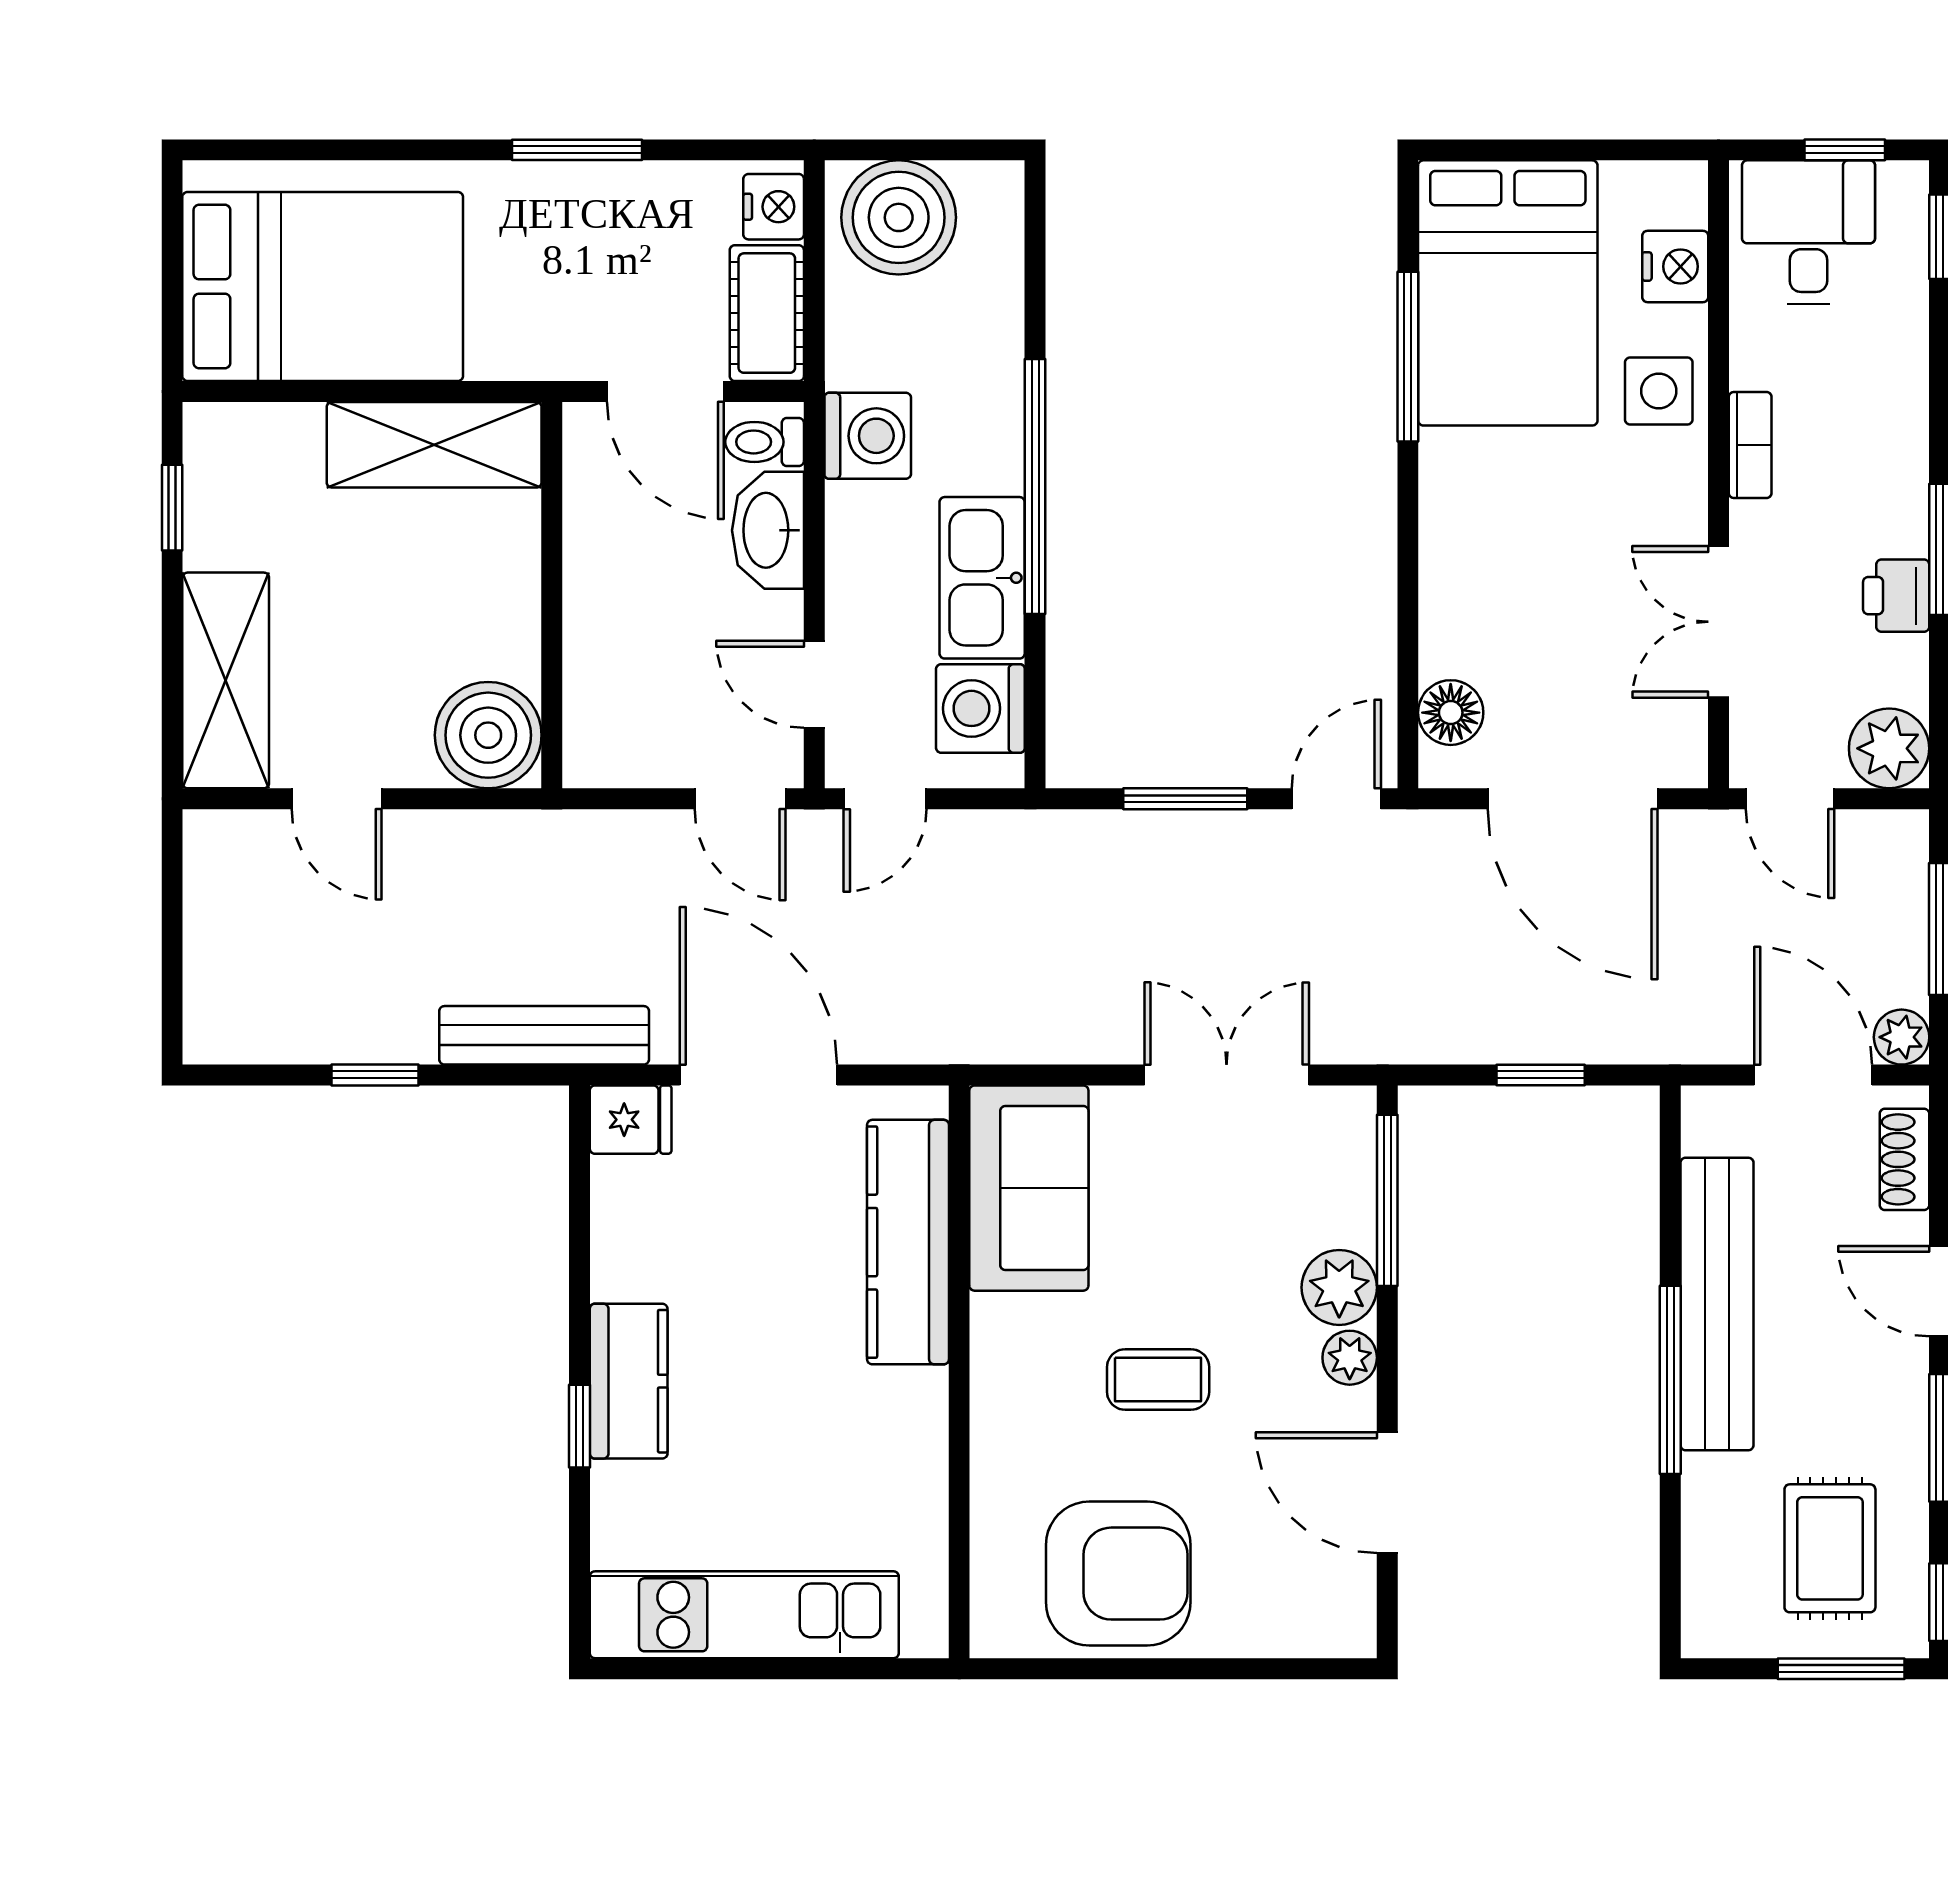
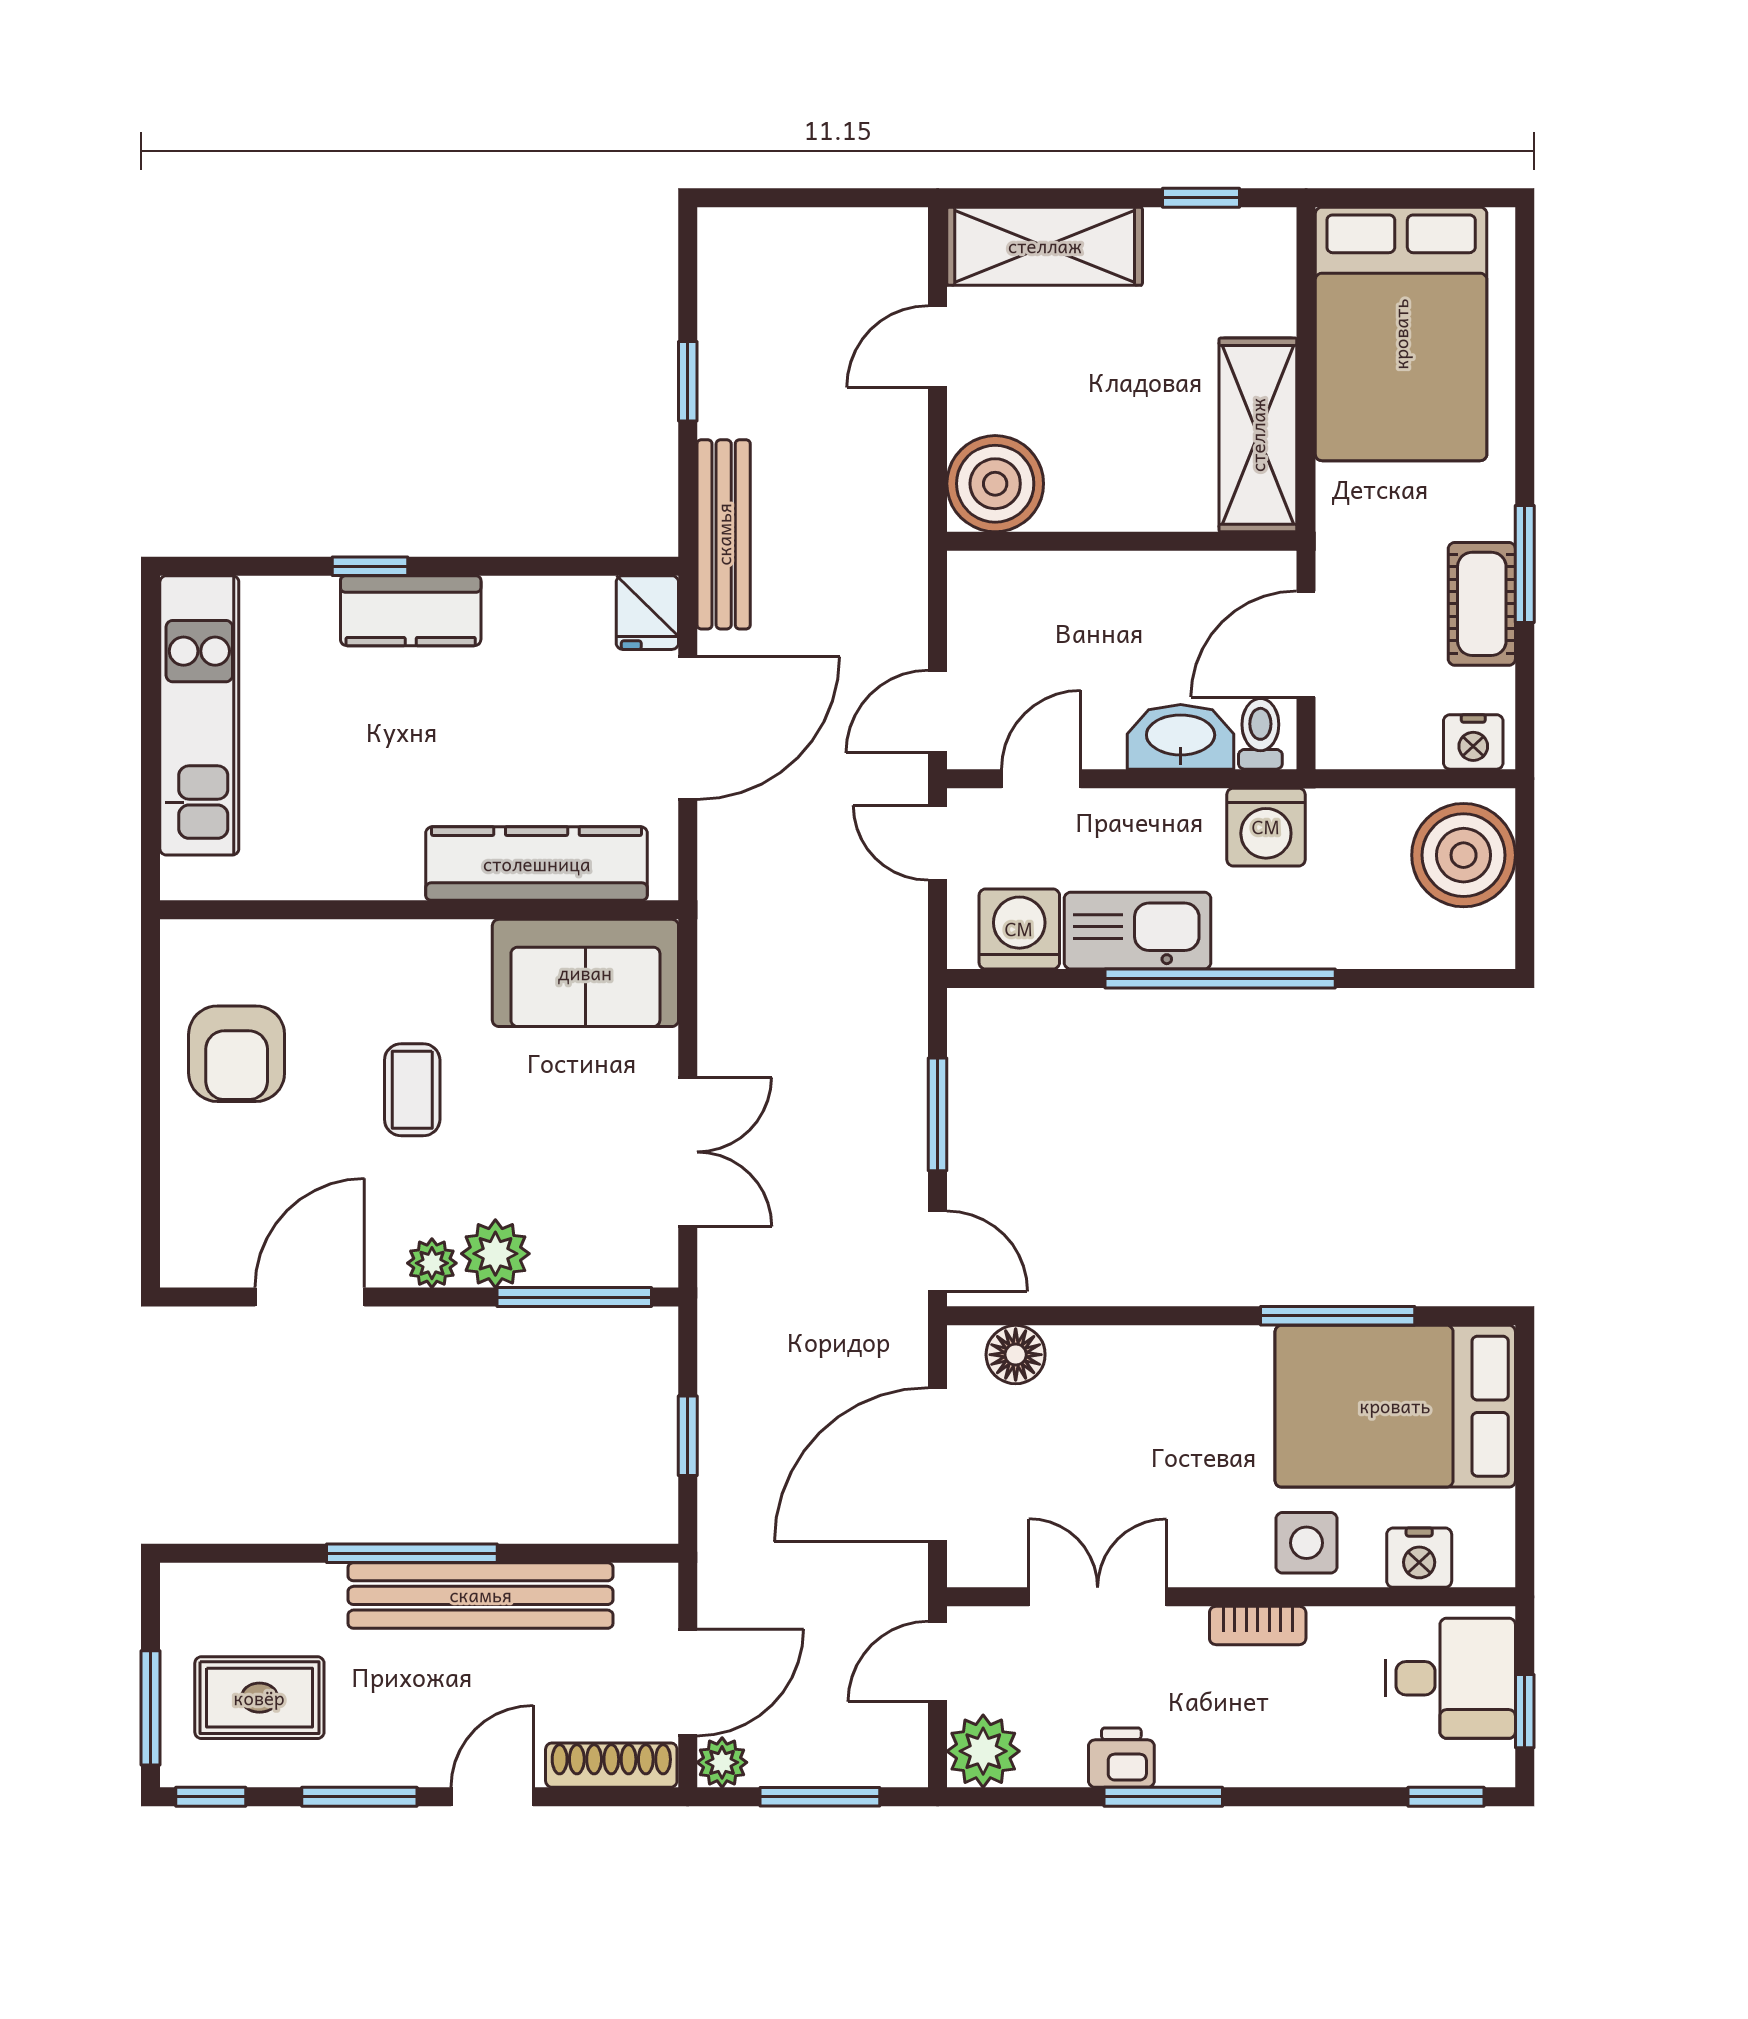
cot: (767, 313) -> (1482, 604), moved, turned 90
shoe rack: (1904, 1159) -> (611, 1765), width x1.43
armchair: (1118, 1574) -> (237, 1054), width x0.73, depth x0.73

